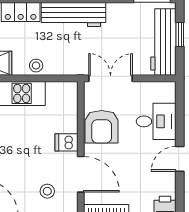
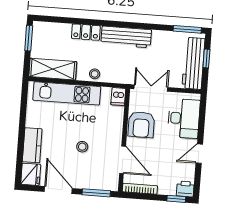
desk: (156, 121) -> (184, 118), width x1.37
dishwasher: (66, 142) -> (118, 97), moved, turned -90
stool: (47, 191) -> (82, 147), moved

